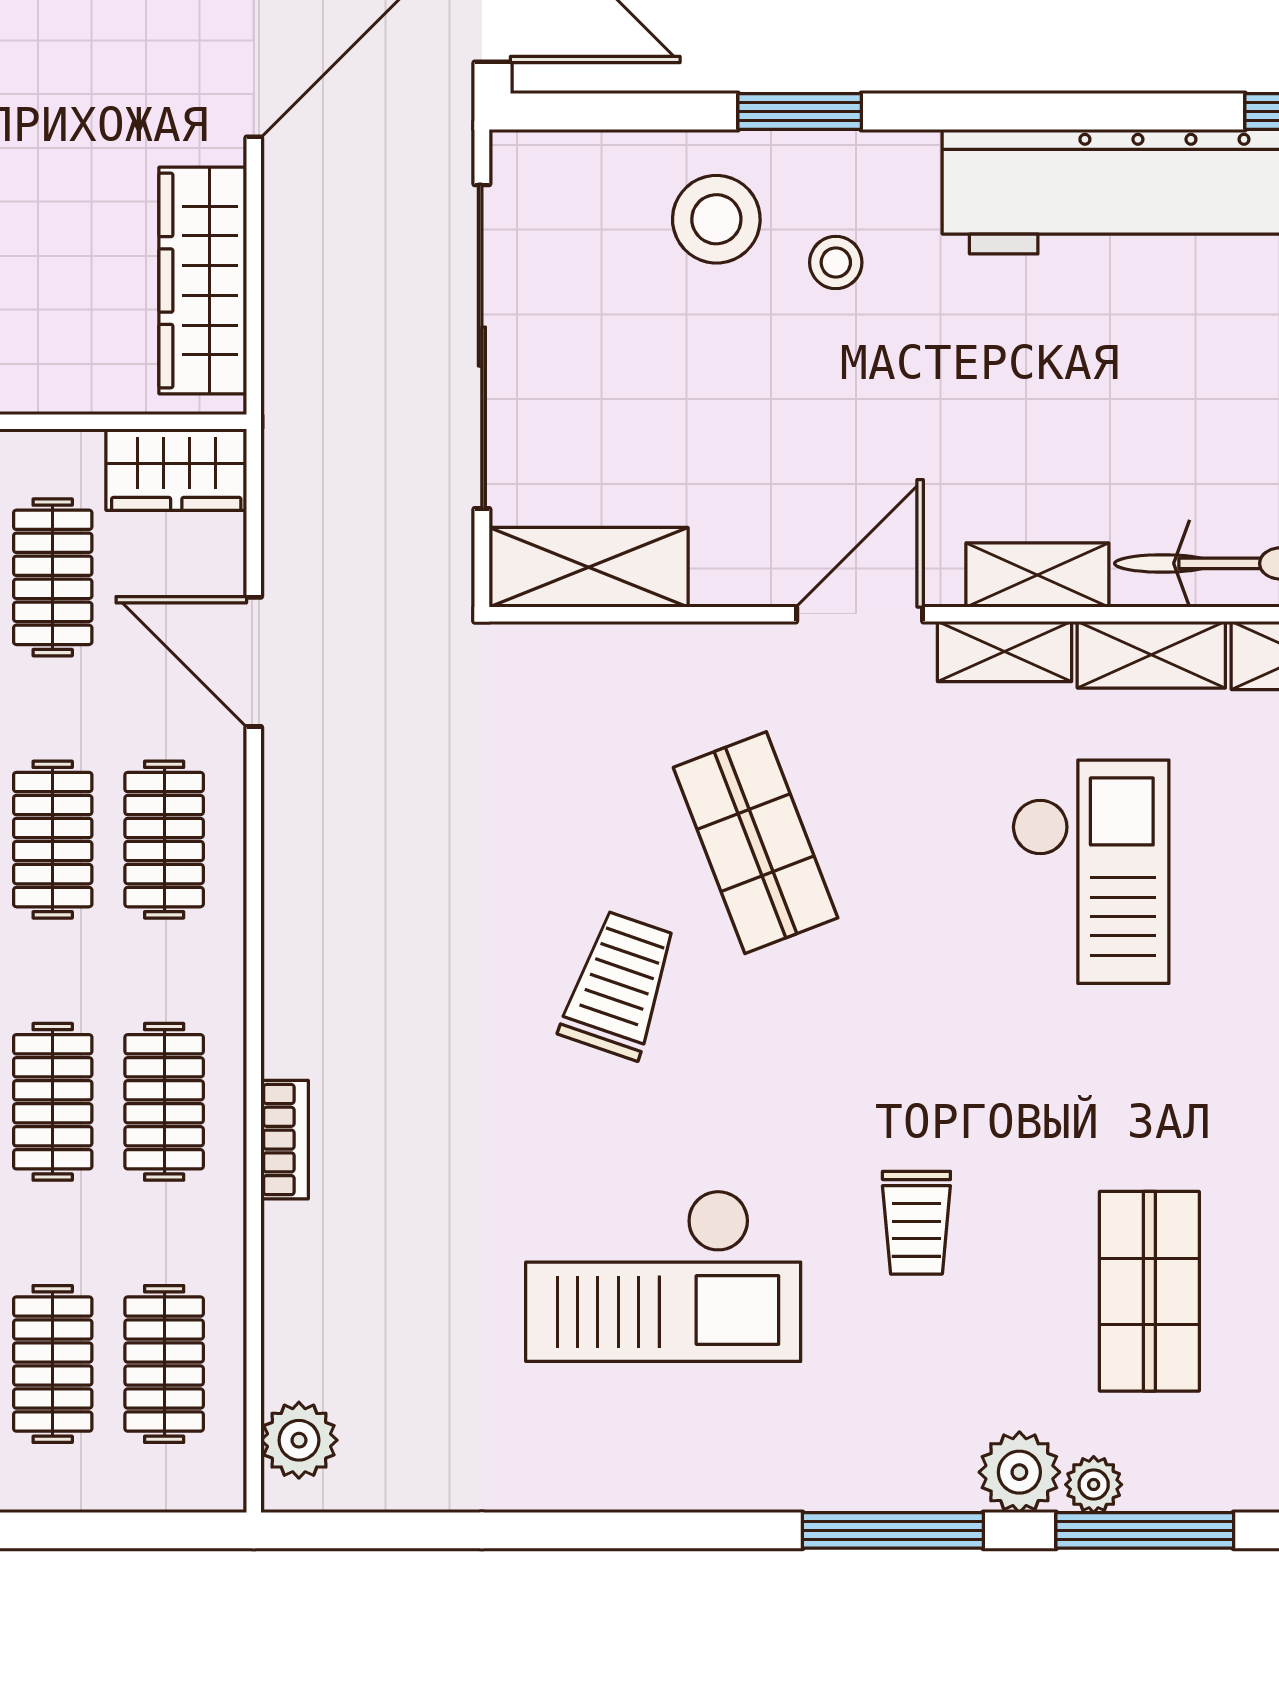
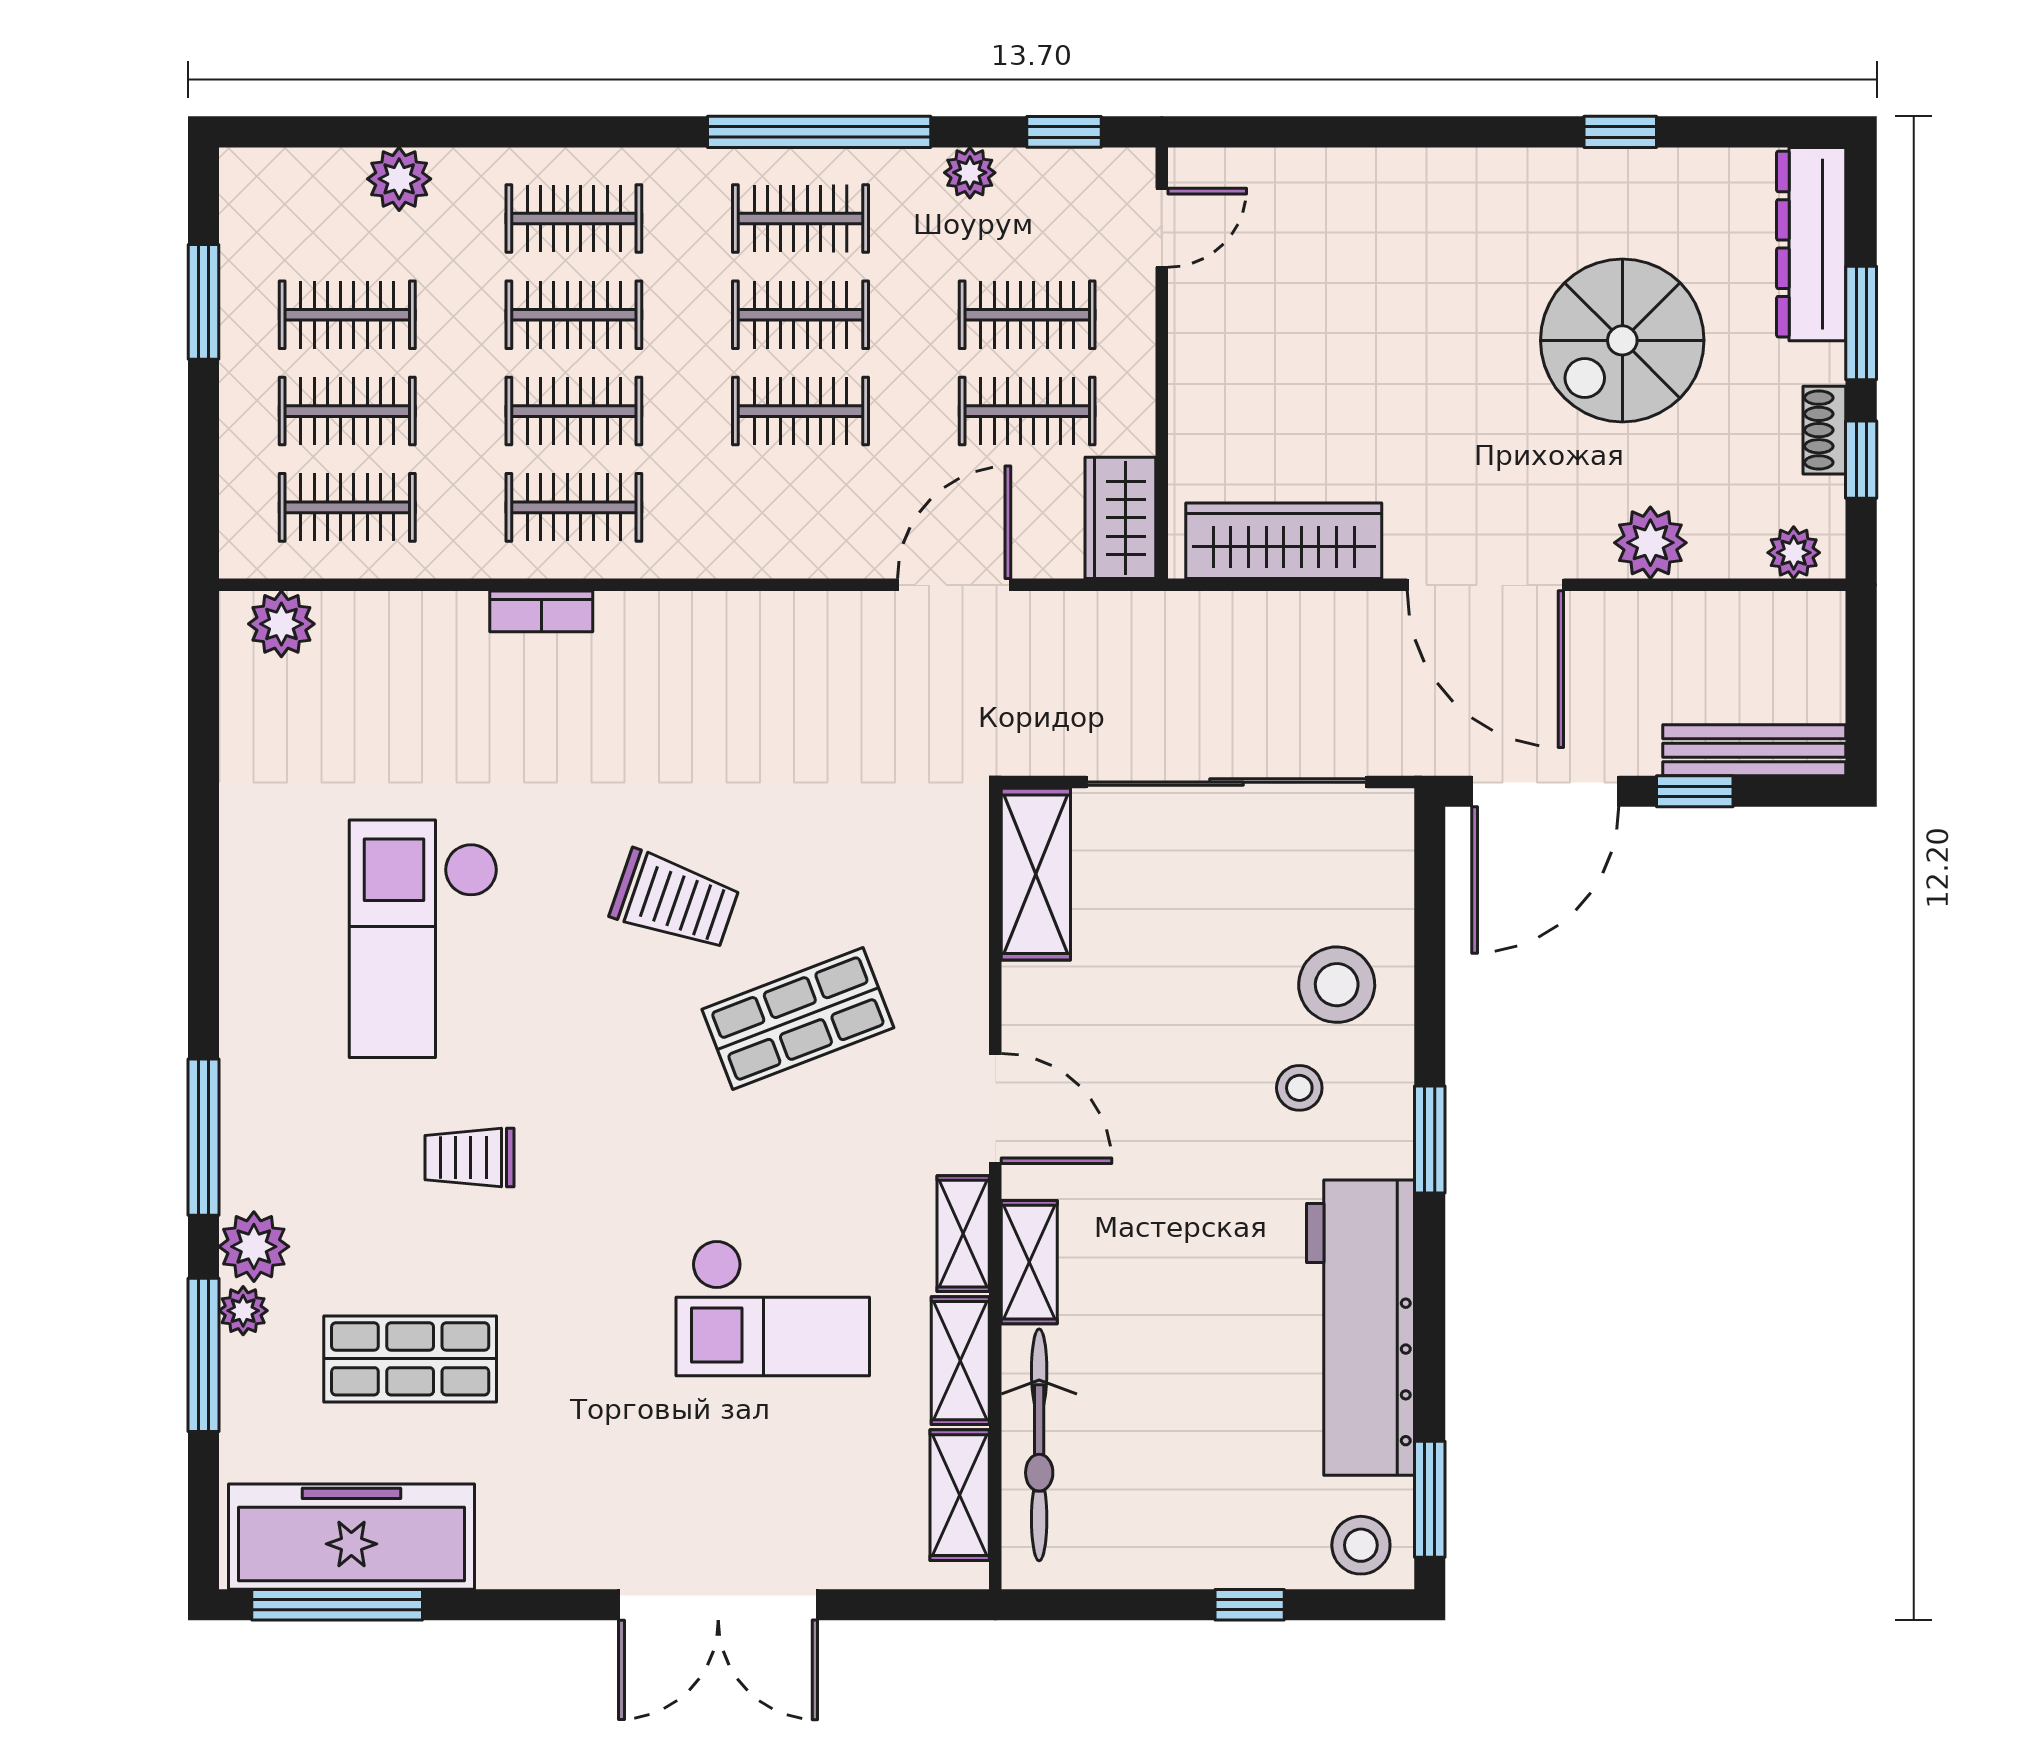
window: (800, 111) -> (1430, 1140), moved
clothes rail: (164, 840) -> (801, 507), removed

